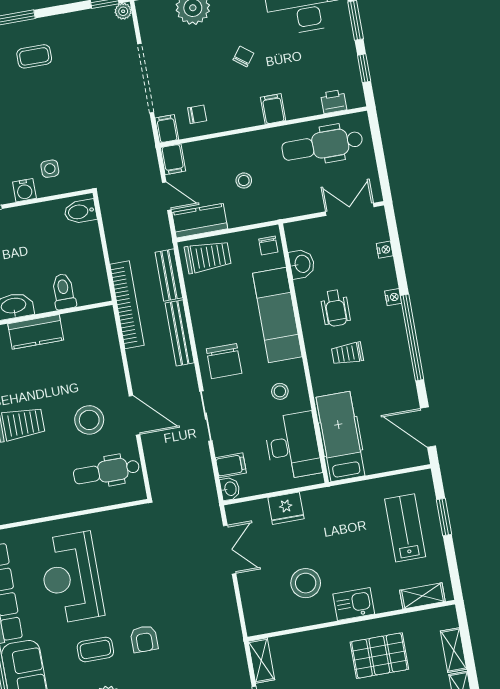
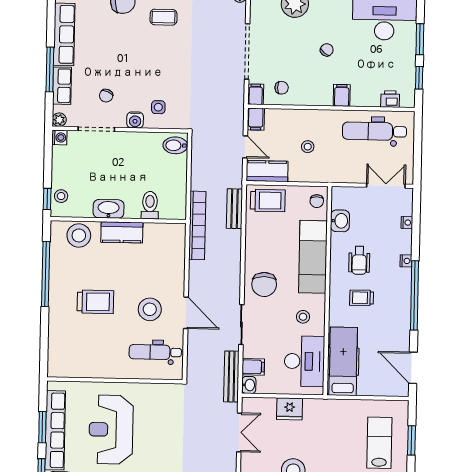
bench: (180, 333) -> (231, 376), moved

